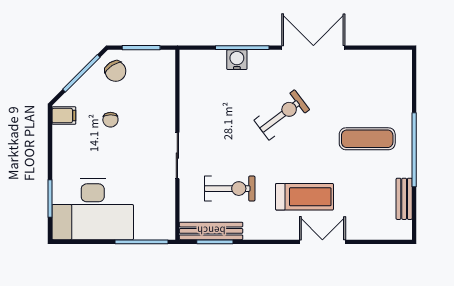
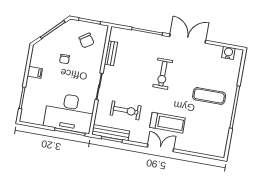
water cooler: (237, 60) -> (228, 53), moved
chair: (115, 71) -> (86, 41), moved
exercise bike: (282, 115) -> (163, 74), turned 127
filing cabinet: (64, 116) -> (35, 72), moved
bench: (404, 199) -> (111, 53), moved
desk: (93, 209) -> (69, 113), moved
double door: (322, 242) -> (161, 148), moved

